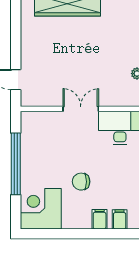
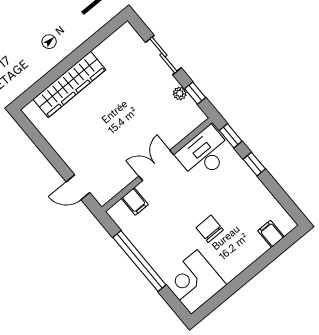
chair: (81, 182) -> (210, 229), turned 90
filing cabinet: (100, 219) -> (135, 201), moved, turned 180

